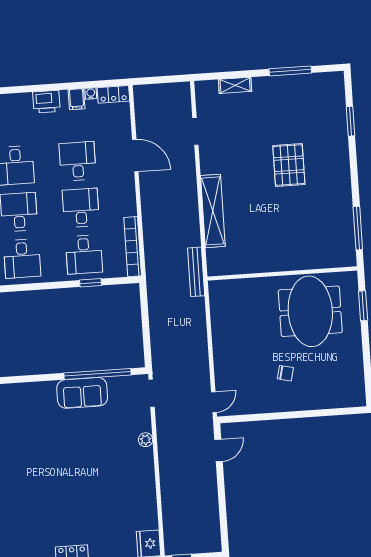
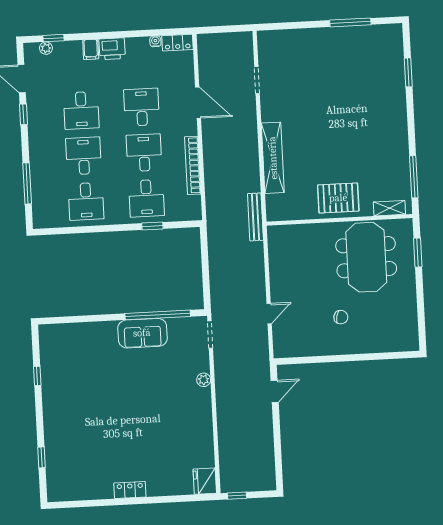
shelving: (235, 85) -> (389, 208), moved
filing cabinet: (77, 99) -> (91, 49), moved
pallet: (289, 165) -> (338, 198), moved, turned 90
bookcase: (133, 247) -> (193, 165), moved
door: (214, 402) -> (269, 314), moved

